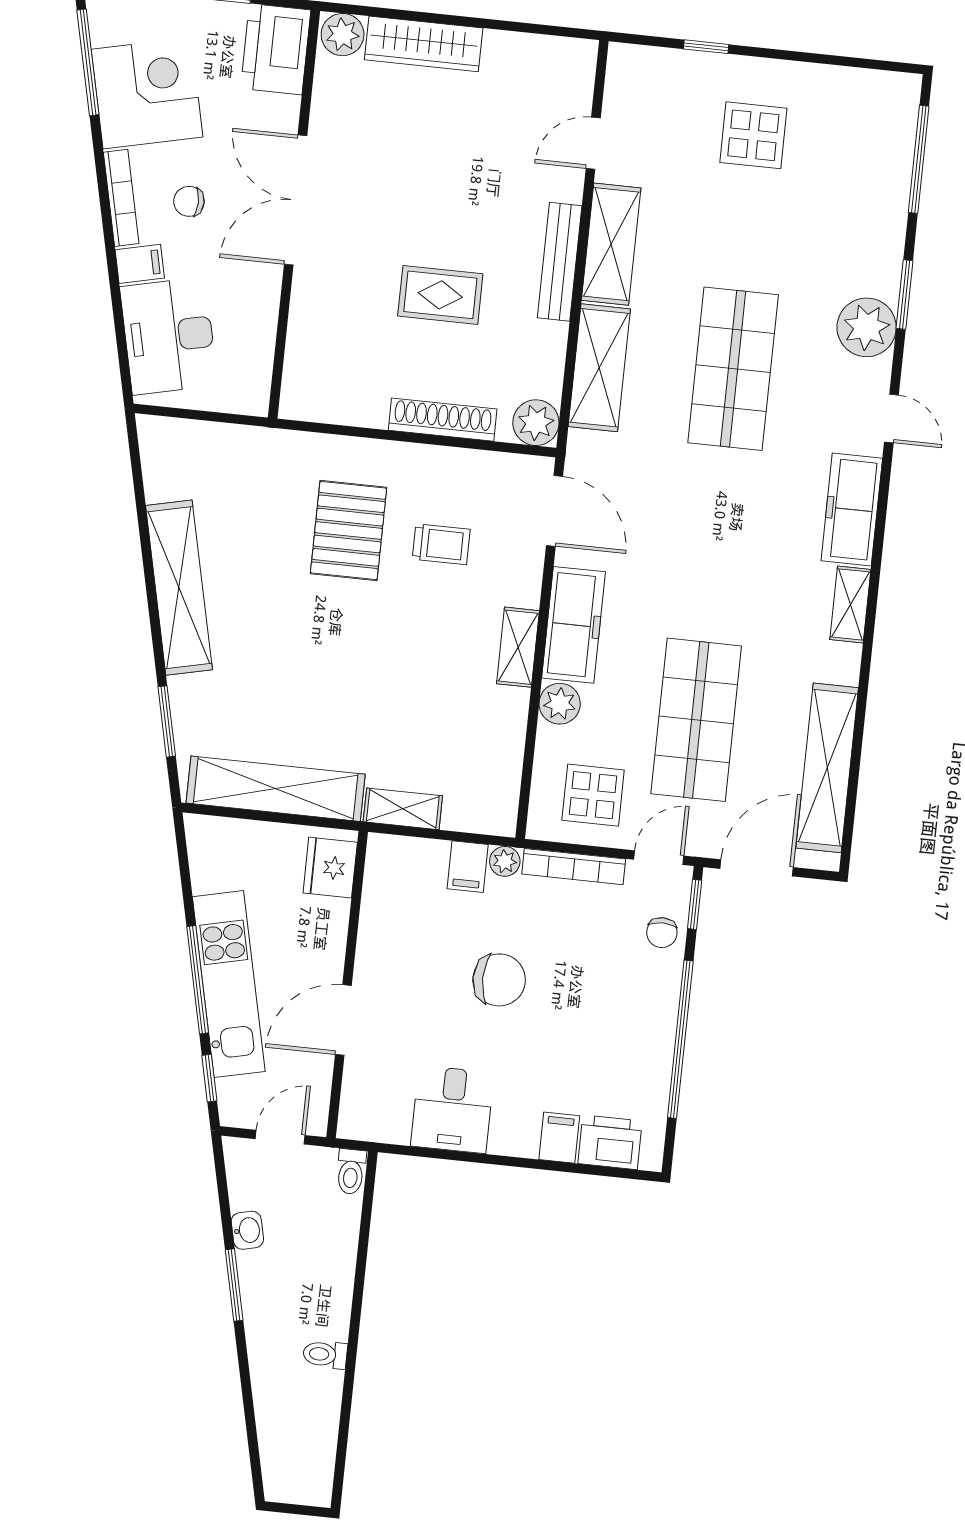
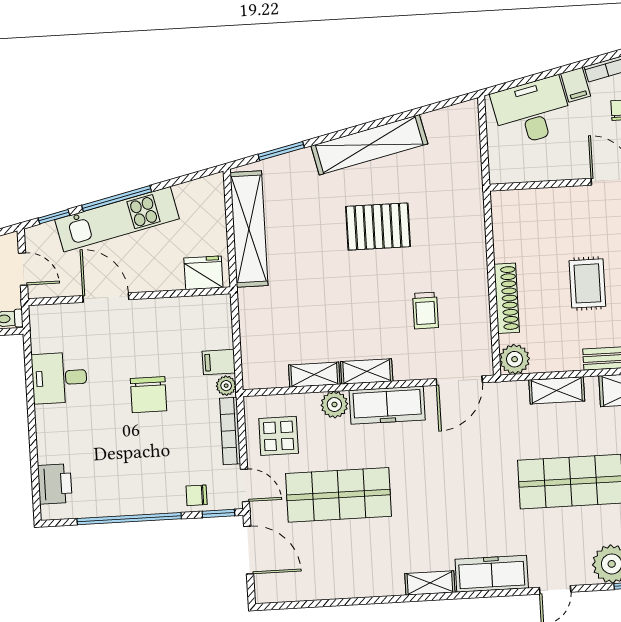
shelving: (599, 368) -> (557, 390), width x0.67, depth x0.75
pallet: (349, 531) -> (378, 227), moved
shelving: (827, 768) -> (321, 585), removed
shelving: (403, 809) -> (314, 375), moved, turned 90
filing cabinet: (559, 1138) -> (52, 450), removed

